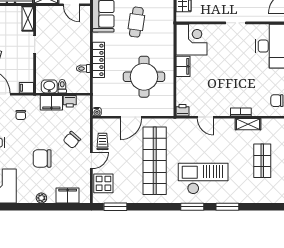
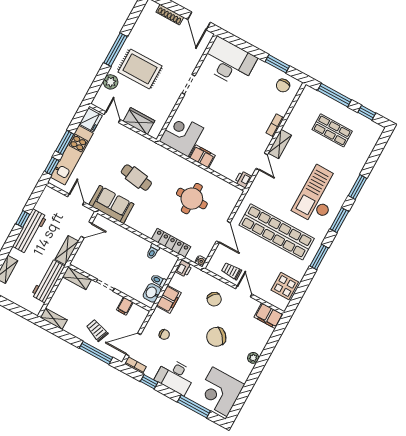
locker: (98, 60) -> (171, 243), moved
round table: (144, 77) -> (192, 199), width x0.73, depth x0.73
filing cabinet: (26, 88) -> (125, 306), moved
printer: (70, 101) -> (184, 269), moved
door: (205, 117) -> (262, 162), hinge flipped
shelving: (248, 124) -> (280, 144), moved
chair: (42, 158) -> (216, 337), turned 47
display table: (103, 183) -> (285, 286), moved
filing cabinet: (68, 195) -> (269, 316), moved, turned -90
window: (115, 207) -> (319, 257), moved

